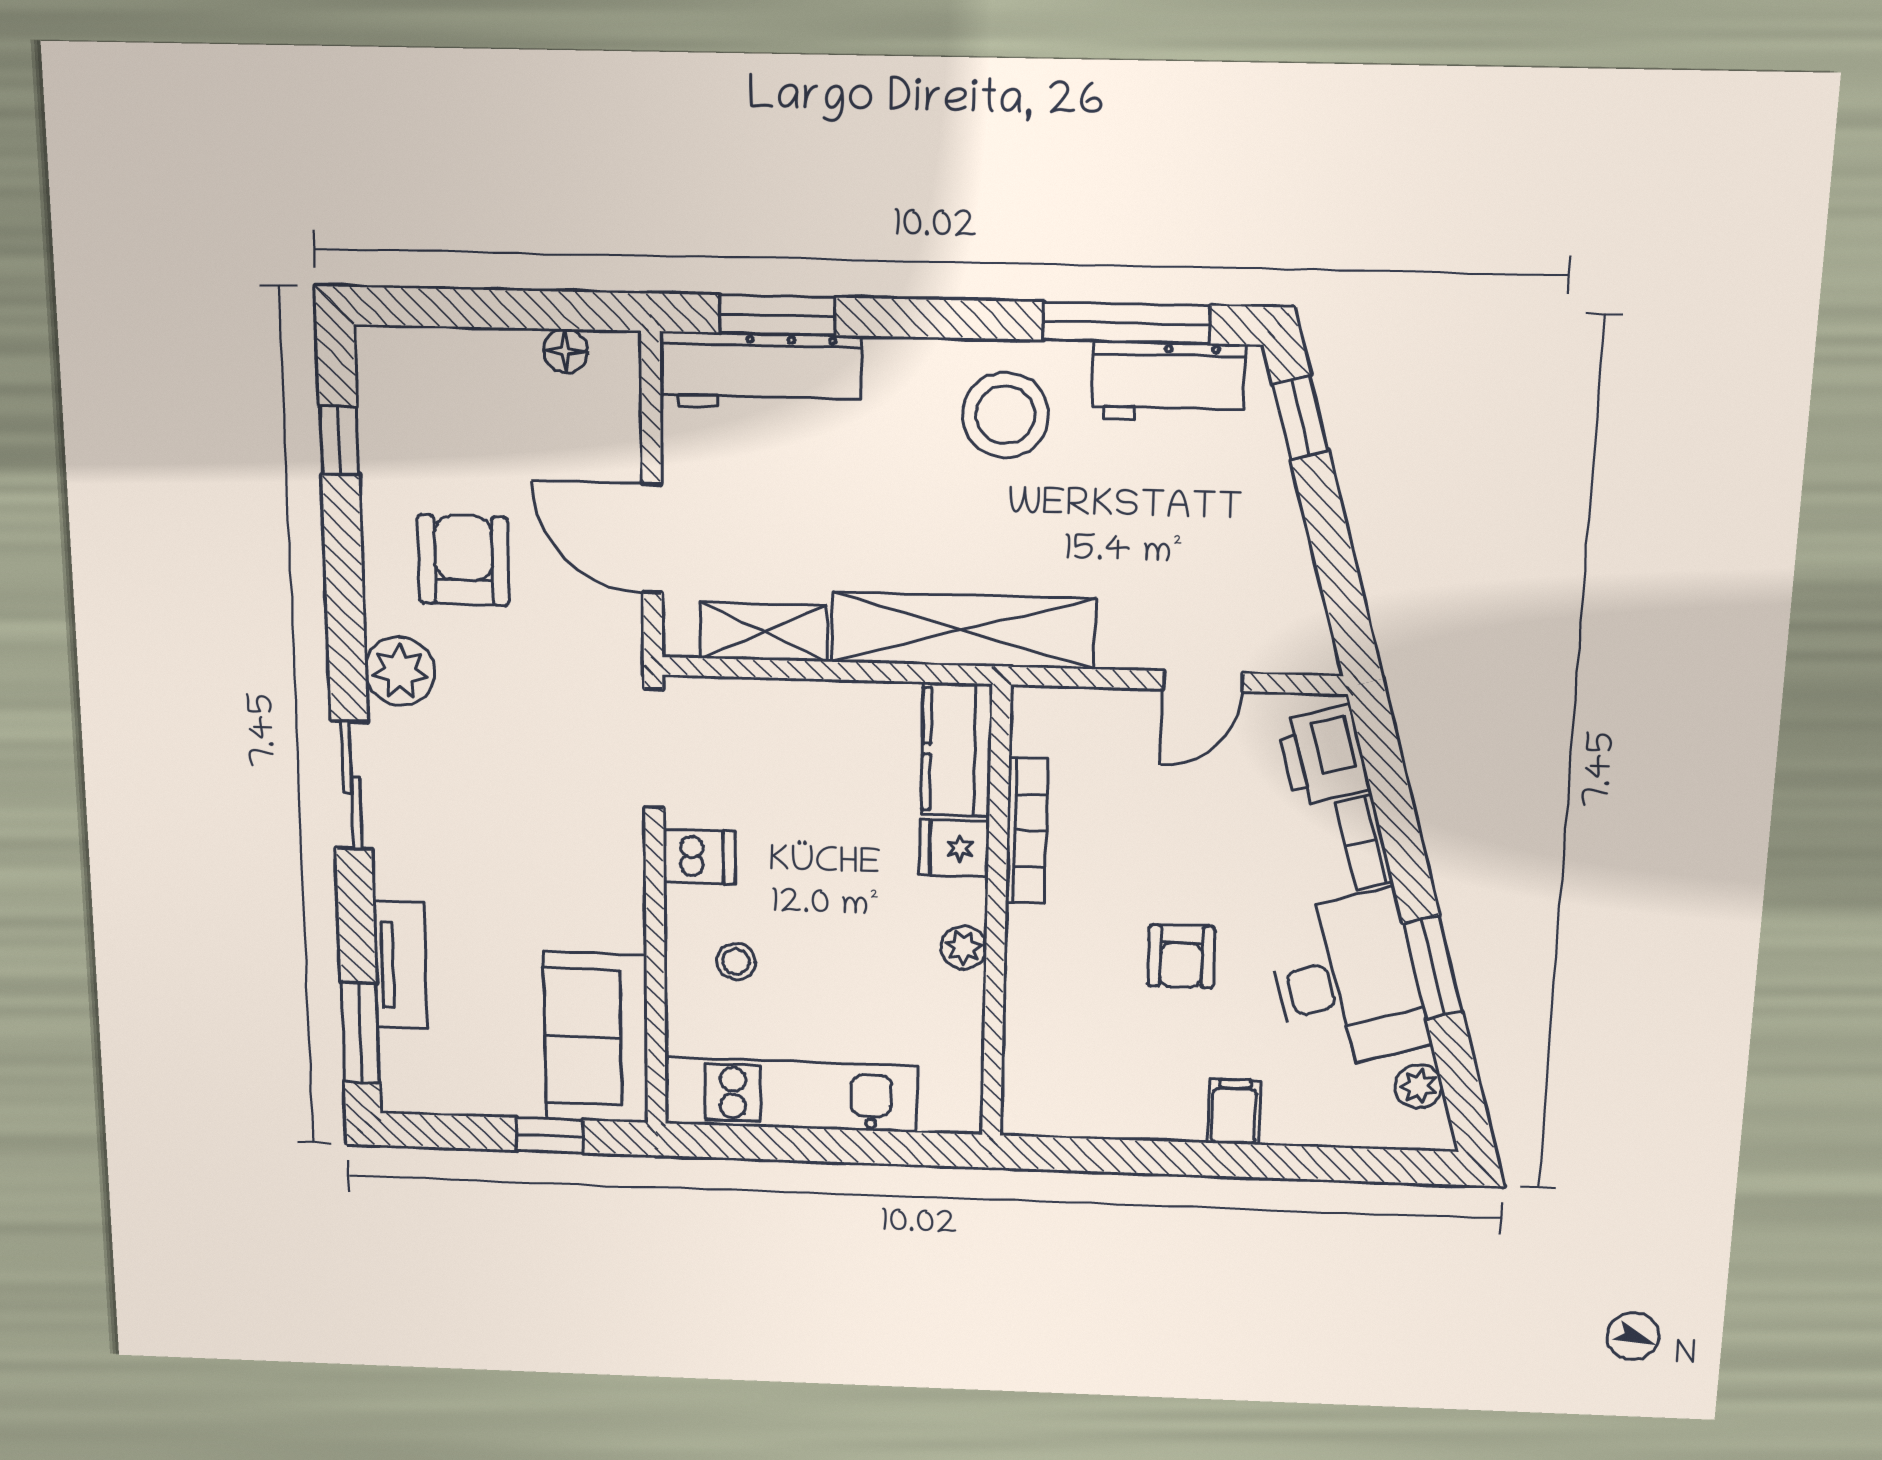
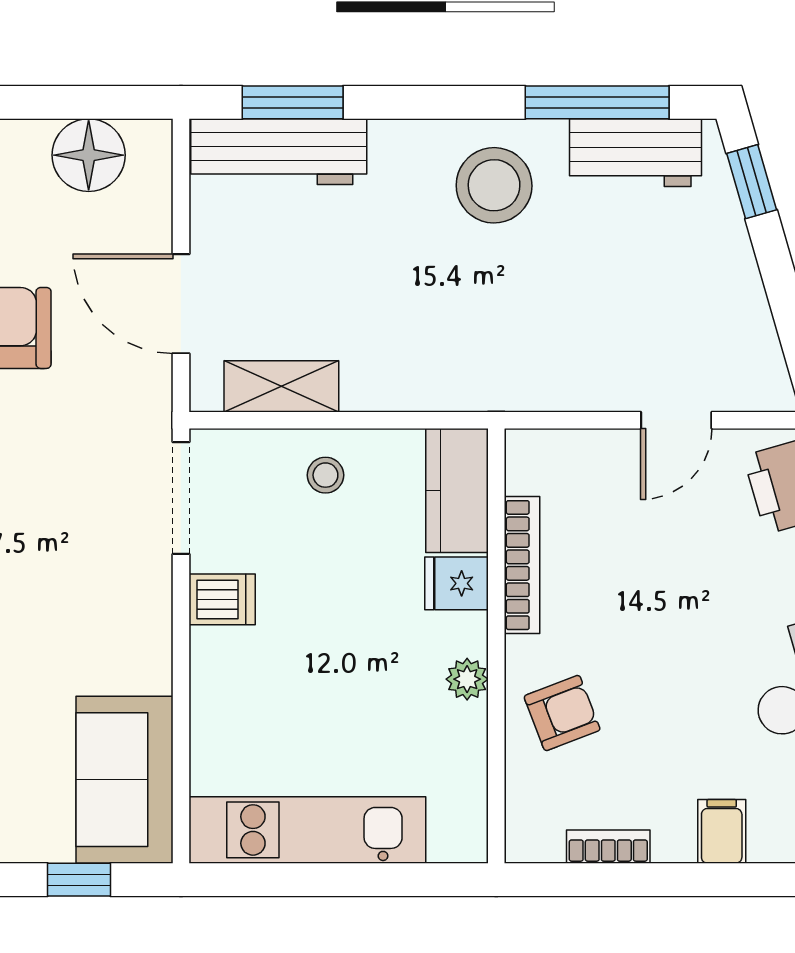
floor lamp: (566, 351) -> (89, 155), width x1.89, depth x1.89
shelving: (963, 630) -> (461, 380), removed
armchair: (1181, 956) -> (562, 713), moved, turned -111
stool: (736, 962) -> (325, 475), moved
bookcase: (1111, 1123) -> (608, 847), added

